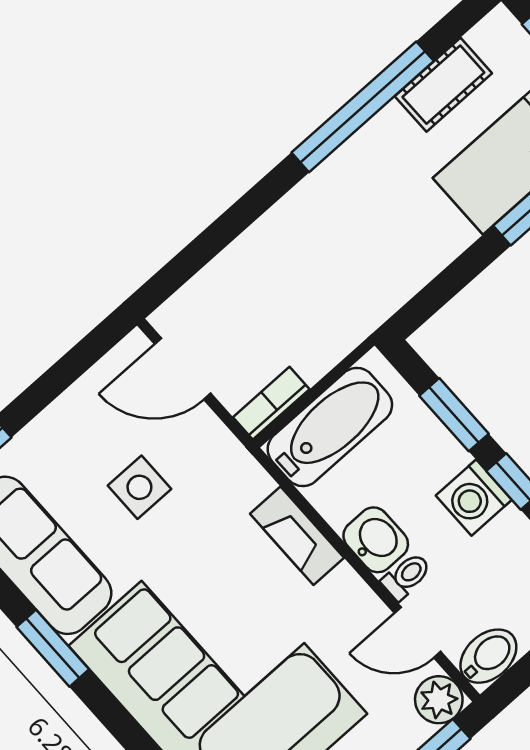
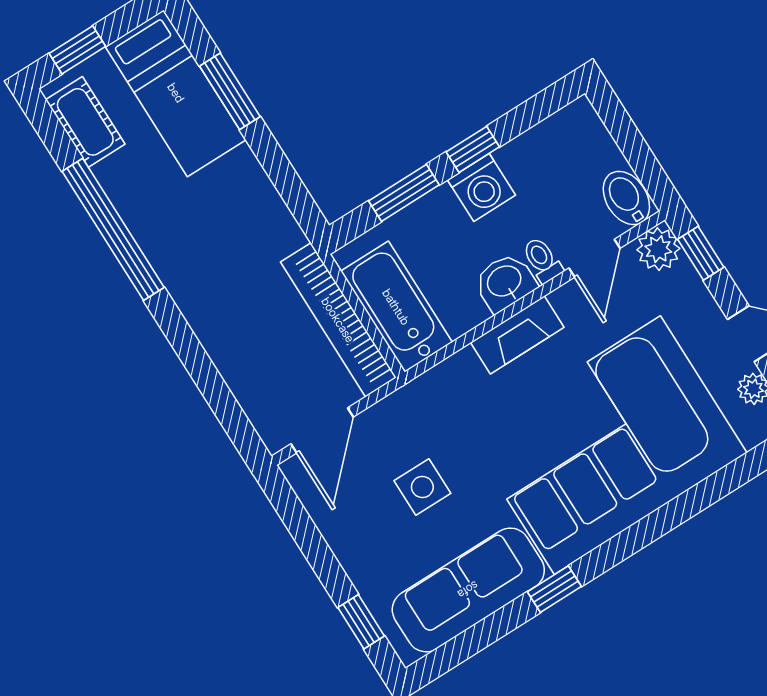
cot: (443, 85) -> (85, 122), moved
bookcase: (271, 403) -> (338, 320), width x2.31, depth x1.31
fireplace: (297, 536) -> (517, 335), moved
window: (53, 648) -> (554, 589), width x0.67

